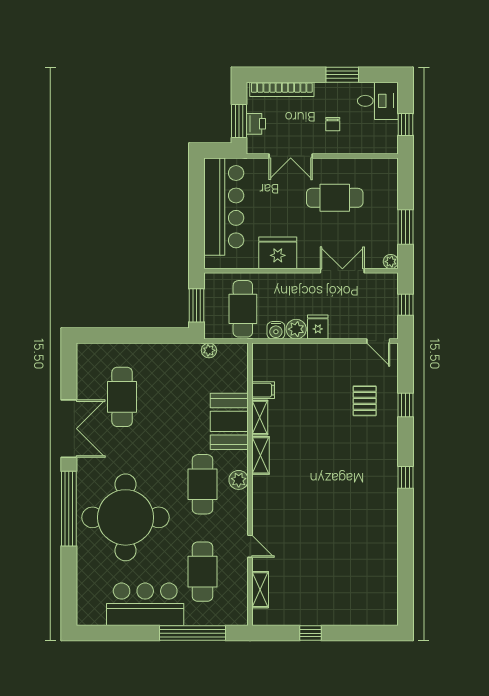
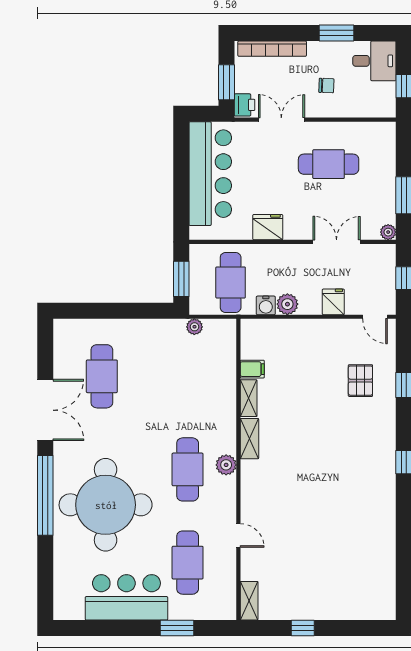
printer: (256, 124) -> (245, 105), moved
chair: (333, 124) -> (326, 86), turned -88
double door: (291, 156) -> (281, 120), swing flipped
fridge: (278, 253) -> (268, 227), width x0.73, depth x0.75
fridge: (318, 327) -> (333, 302), moved
booth: (229, 421) -> (216, 402), removed
shelving: (260, 590) -> (249, 601), moved
window: (192, 633) -> (177, 628), width x0.47

